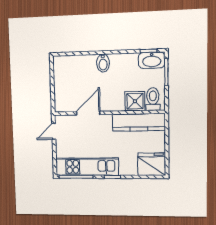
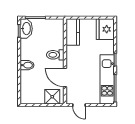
toilet: (153, 99) -> (55, 55), moved
shower: (135, 101) -> (52, 97), moved
kitchen counter: (139, 122) -> (73, 32), width x0.67

